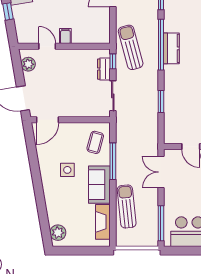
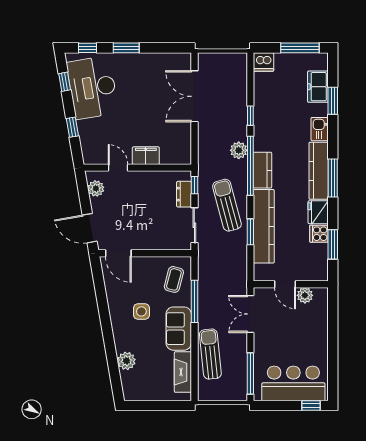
plant: (151, 31) -> (239, 150), added
filing cabinet: (65, 36) -> (146, 156), width x2.00
sun lounger: (131, 47) -> (227, 205), moved
kitchen counter: (172, 97) -> (264, 226), added
door: (48, 120) -> (118, 253), hinge flipped
plant: (58, 233) -> (126, 361), moved

